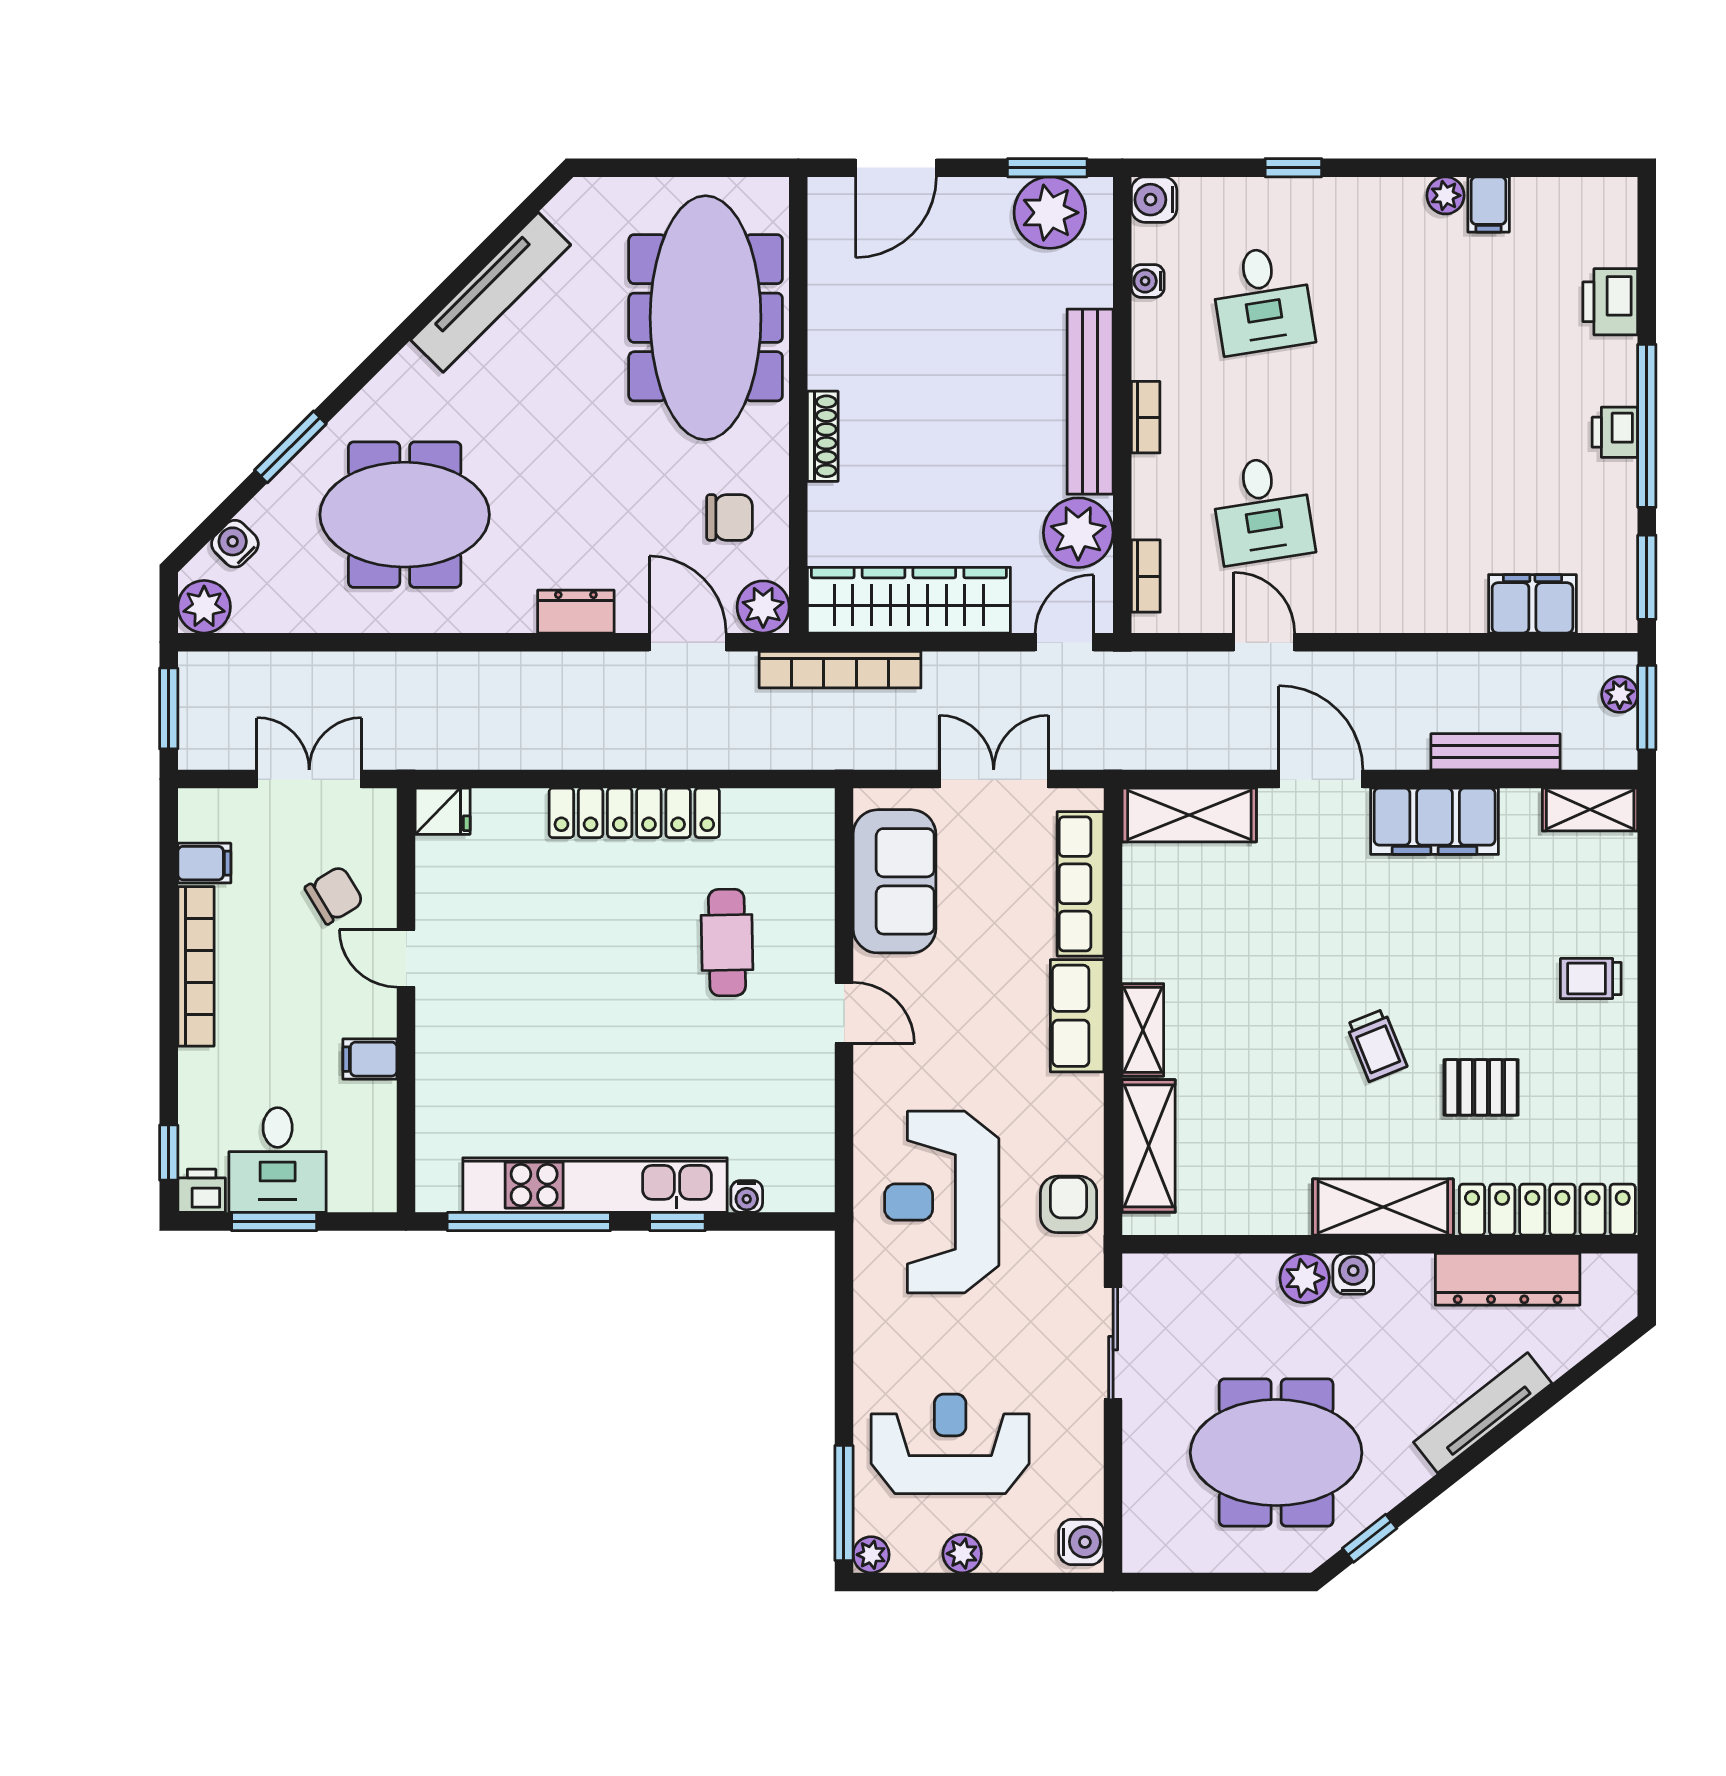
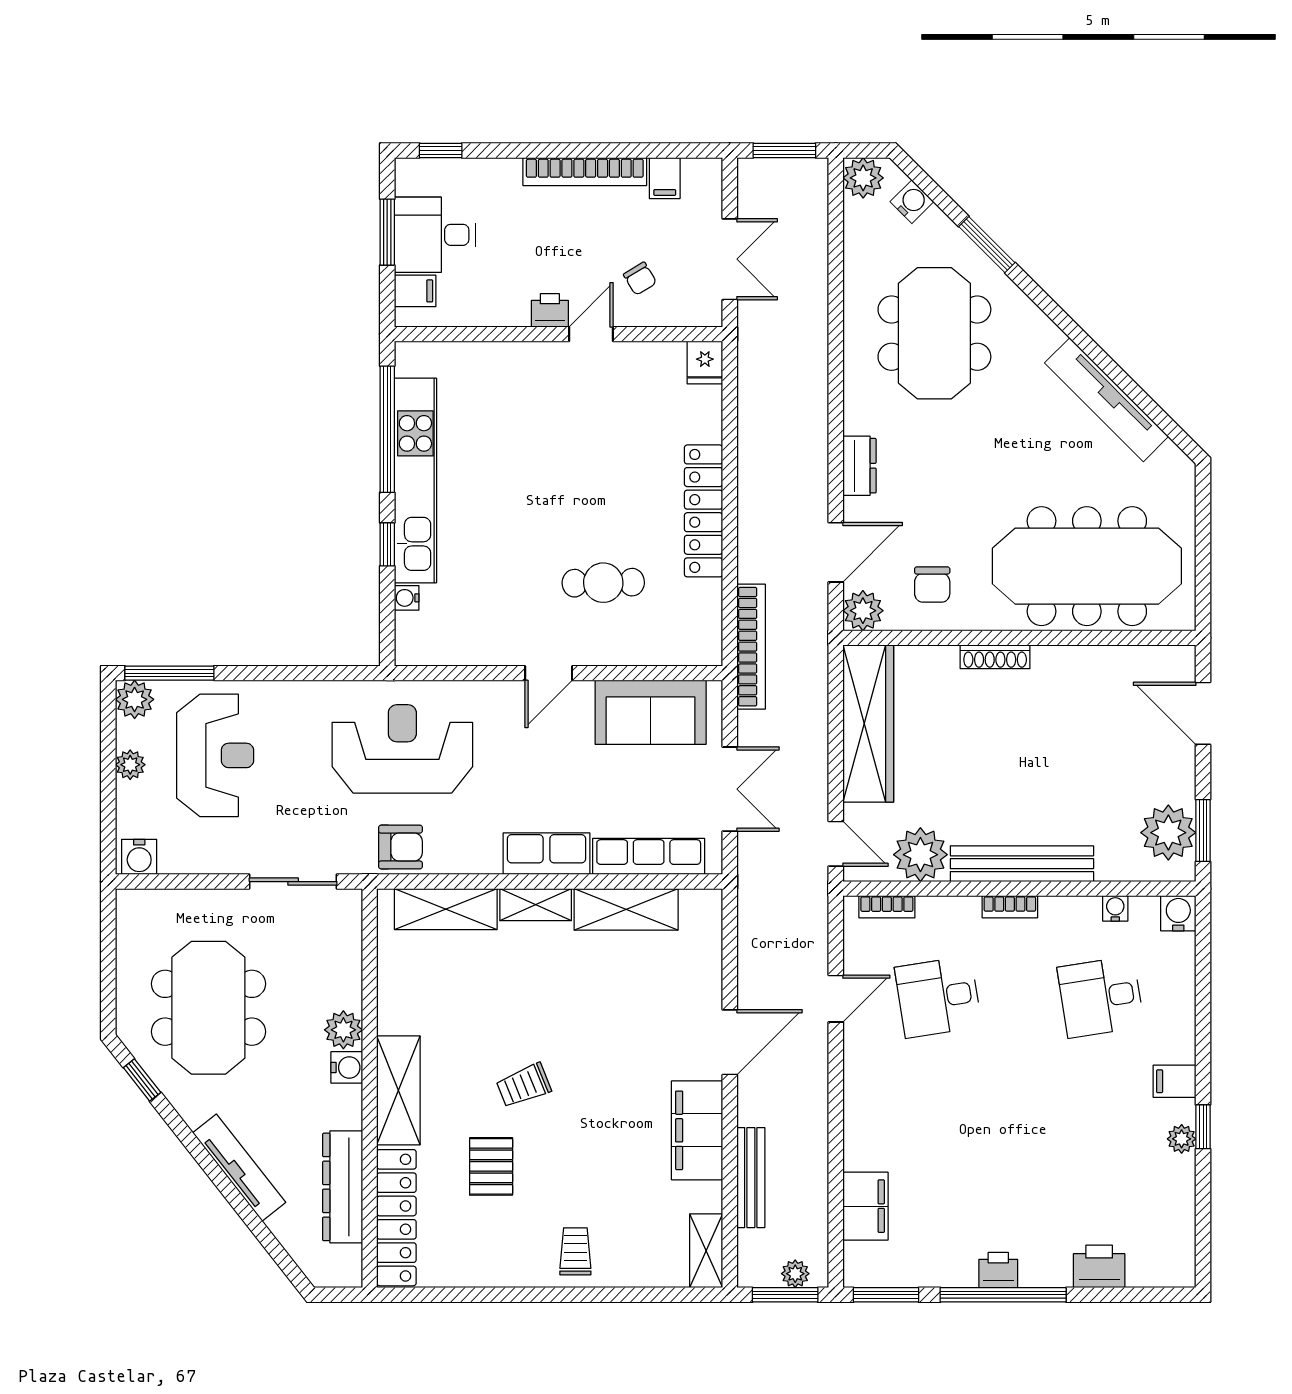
window: (1293, 168) -> (1203, 1127), moved
filing cabinet: (1489, 204) -> (1175, 1081), moved
bookcase: (840, 670) -> (751, 647), moved, turned 180
shelving: (1189, 815) -> (626, 909), moved, turned 90
chair: (334, 895) -> (640, 279), width x0.73, depth x0.73
filing cabinet: (370, 1059) -> (415, 291), moved, turned 90
printer: (202, 1191) -> (550, 310), moved, turned -90
plant: (871, 1555) -> (135, 699), width x1.38, depth x1.38

